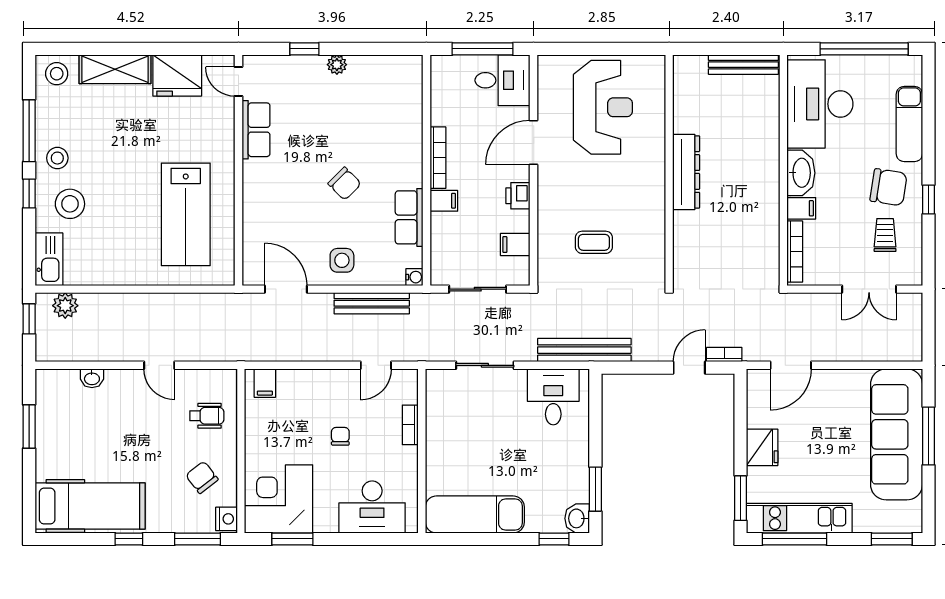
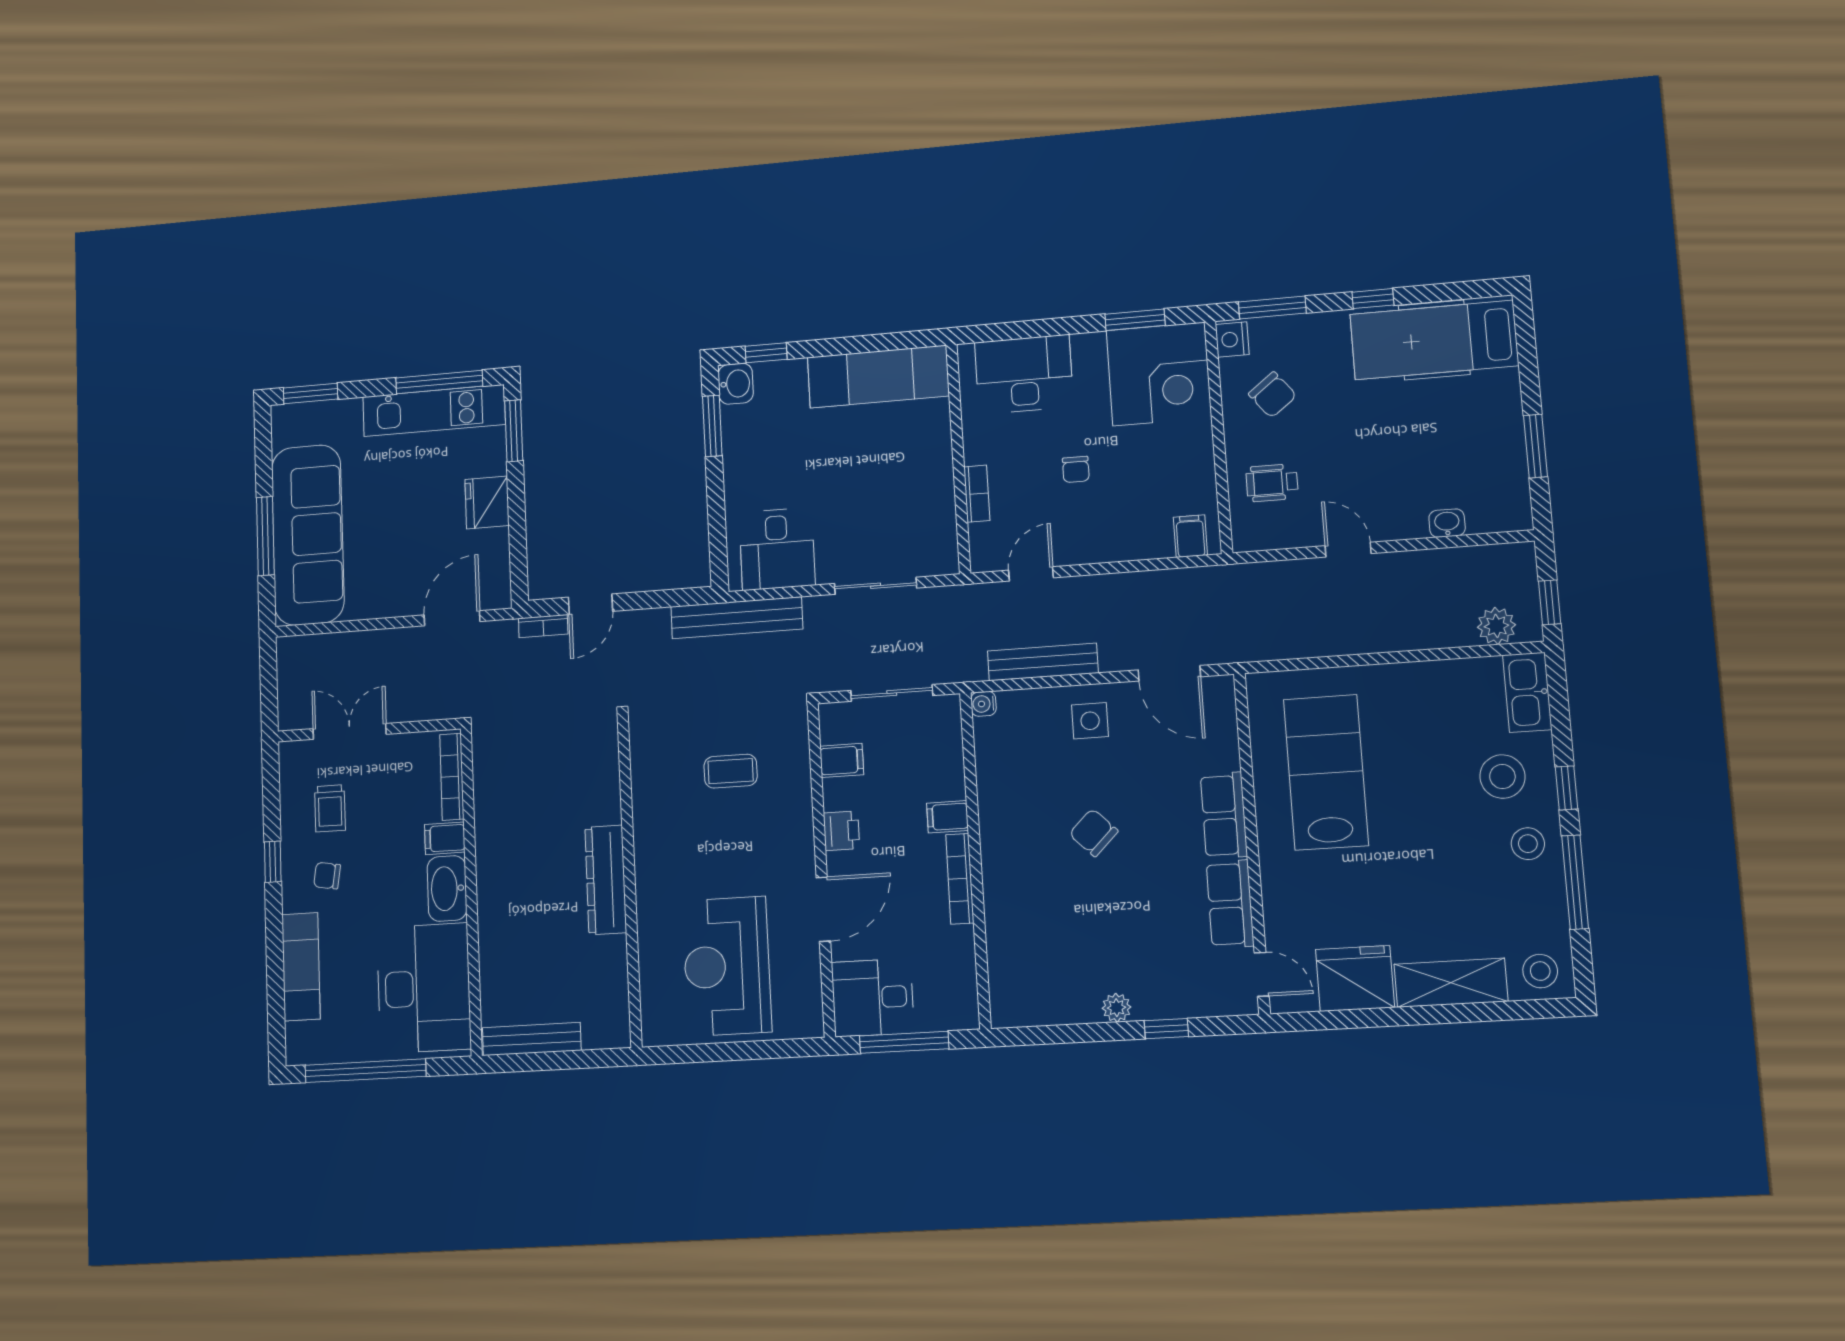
chair: (889, 187) -> (327, 876), width x0.54, depth x0.54
row of seats: (409, 217) -> (1224, 815), moved, turned 180

